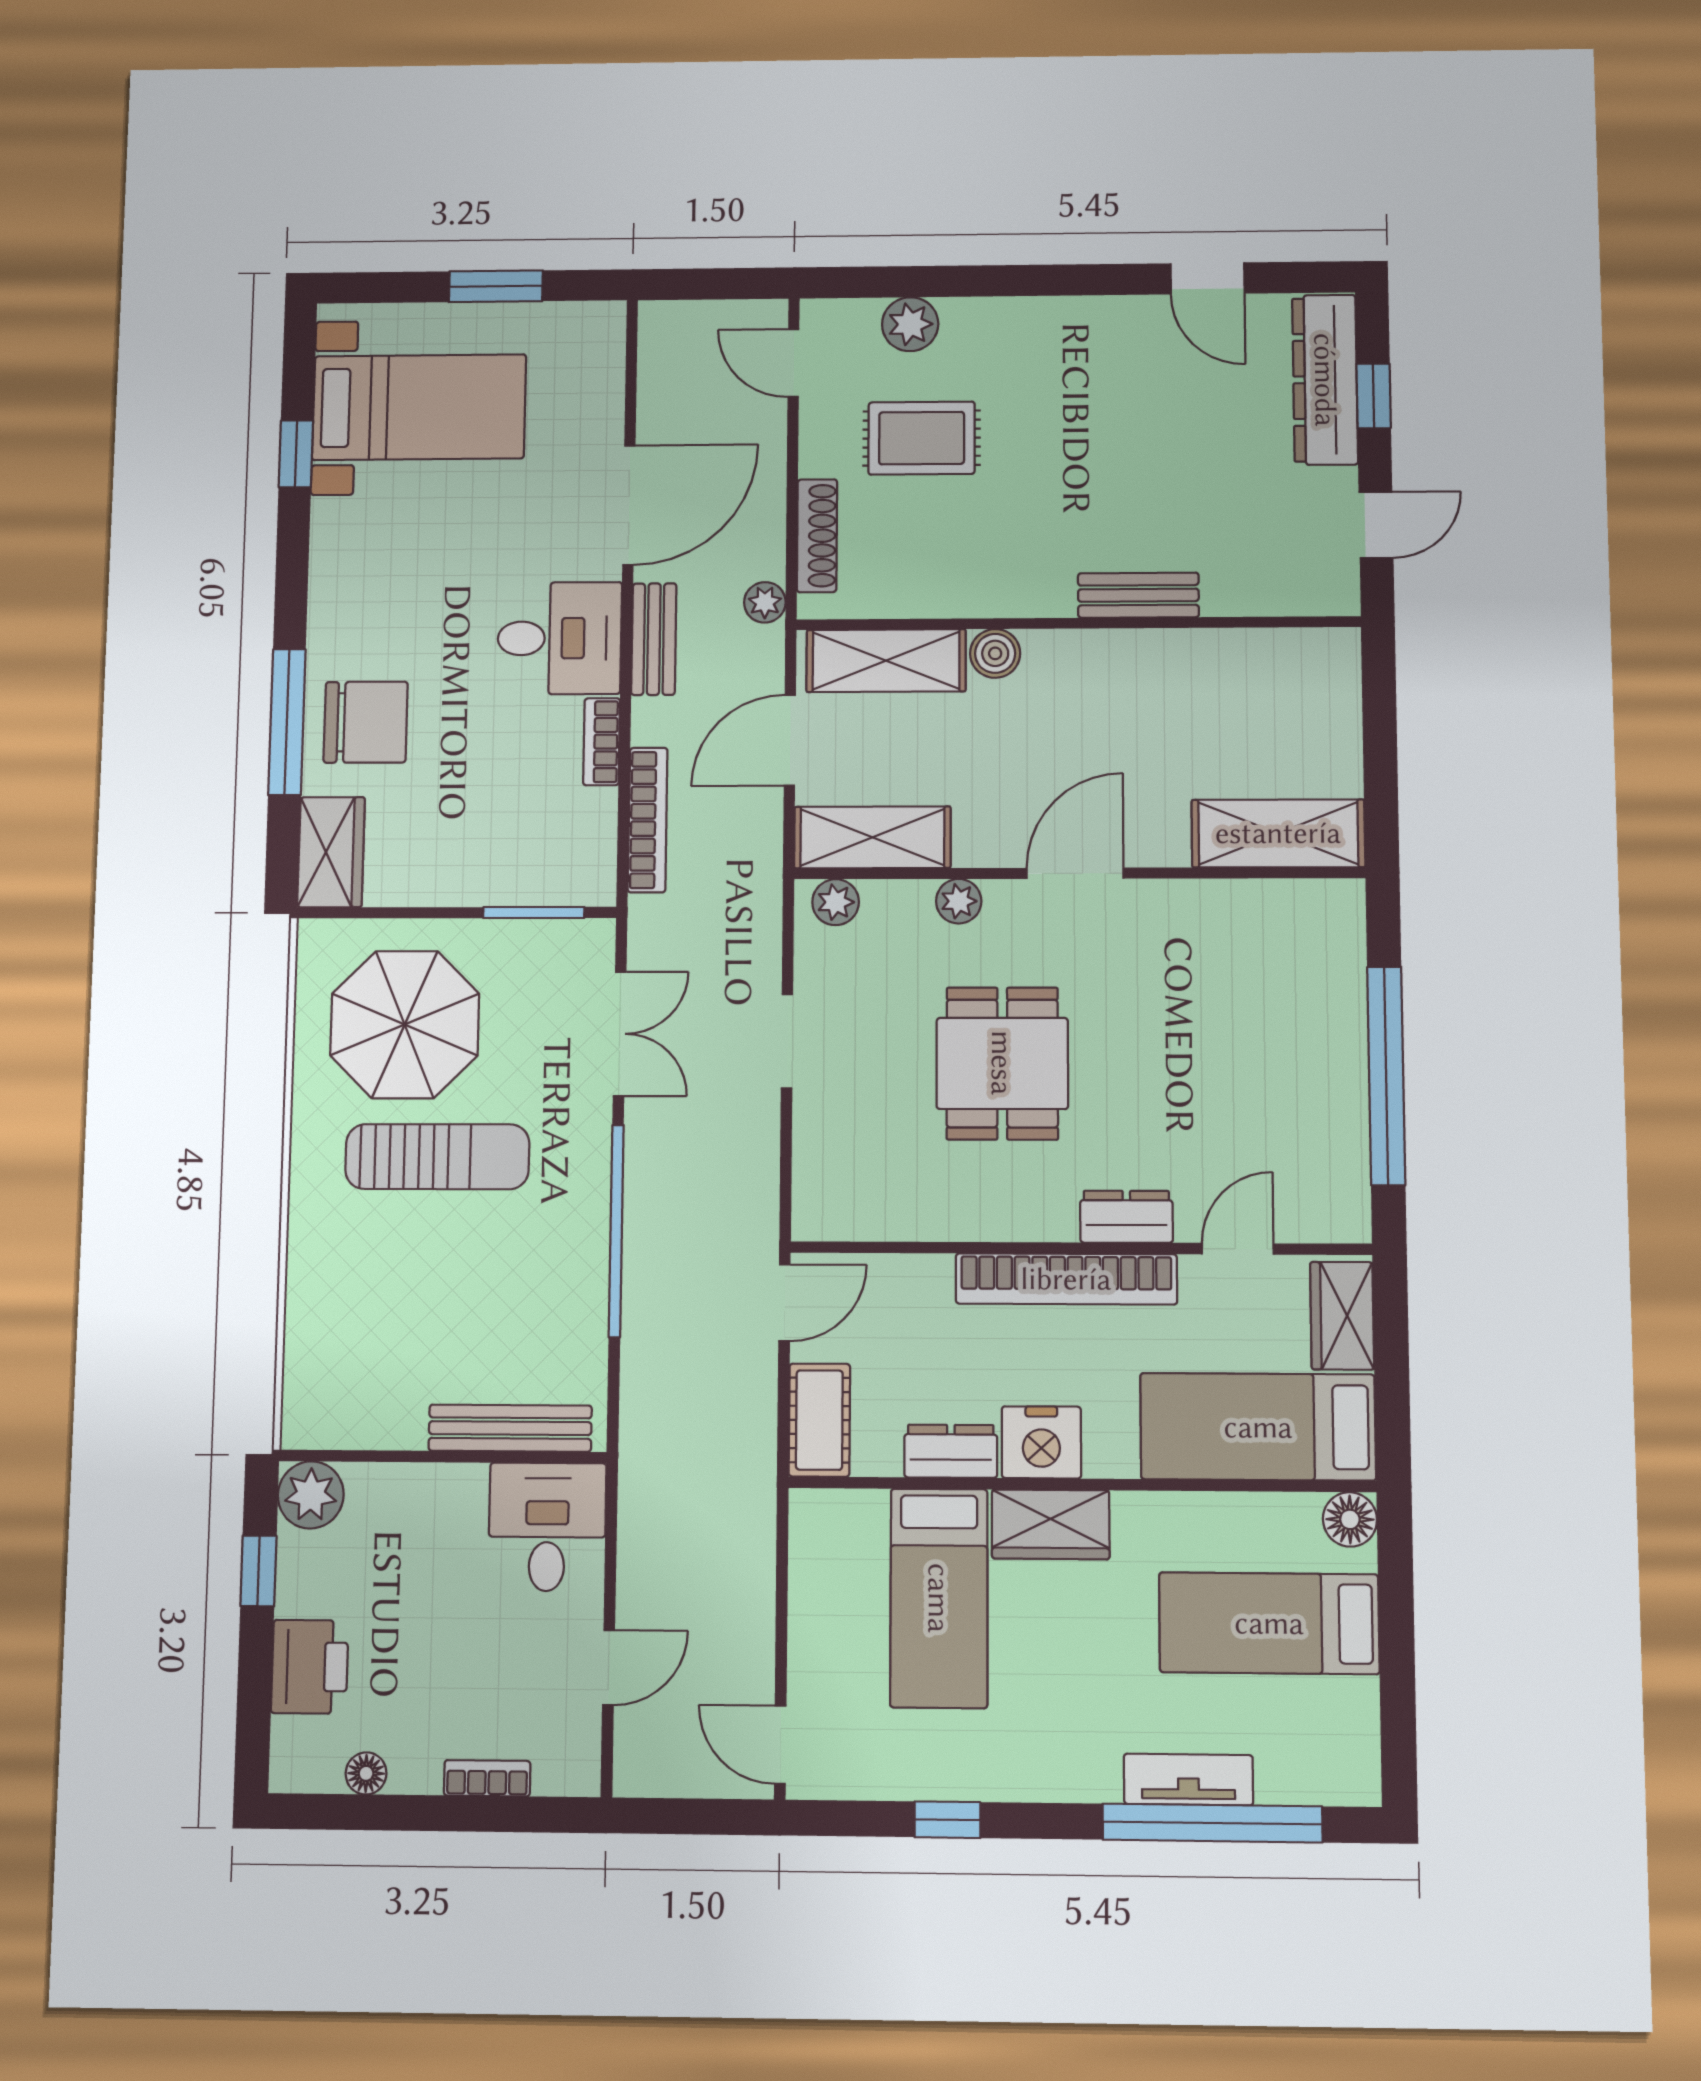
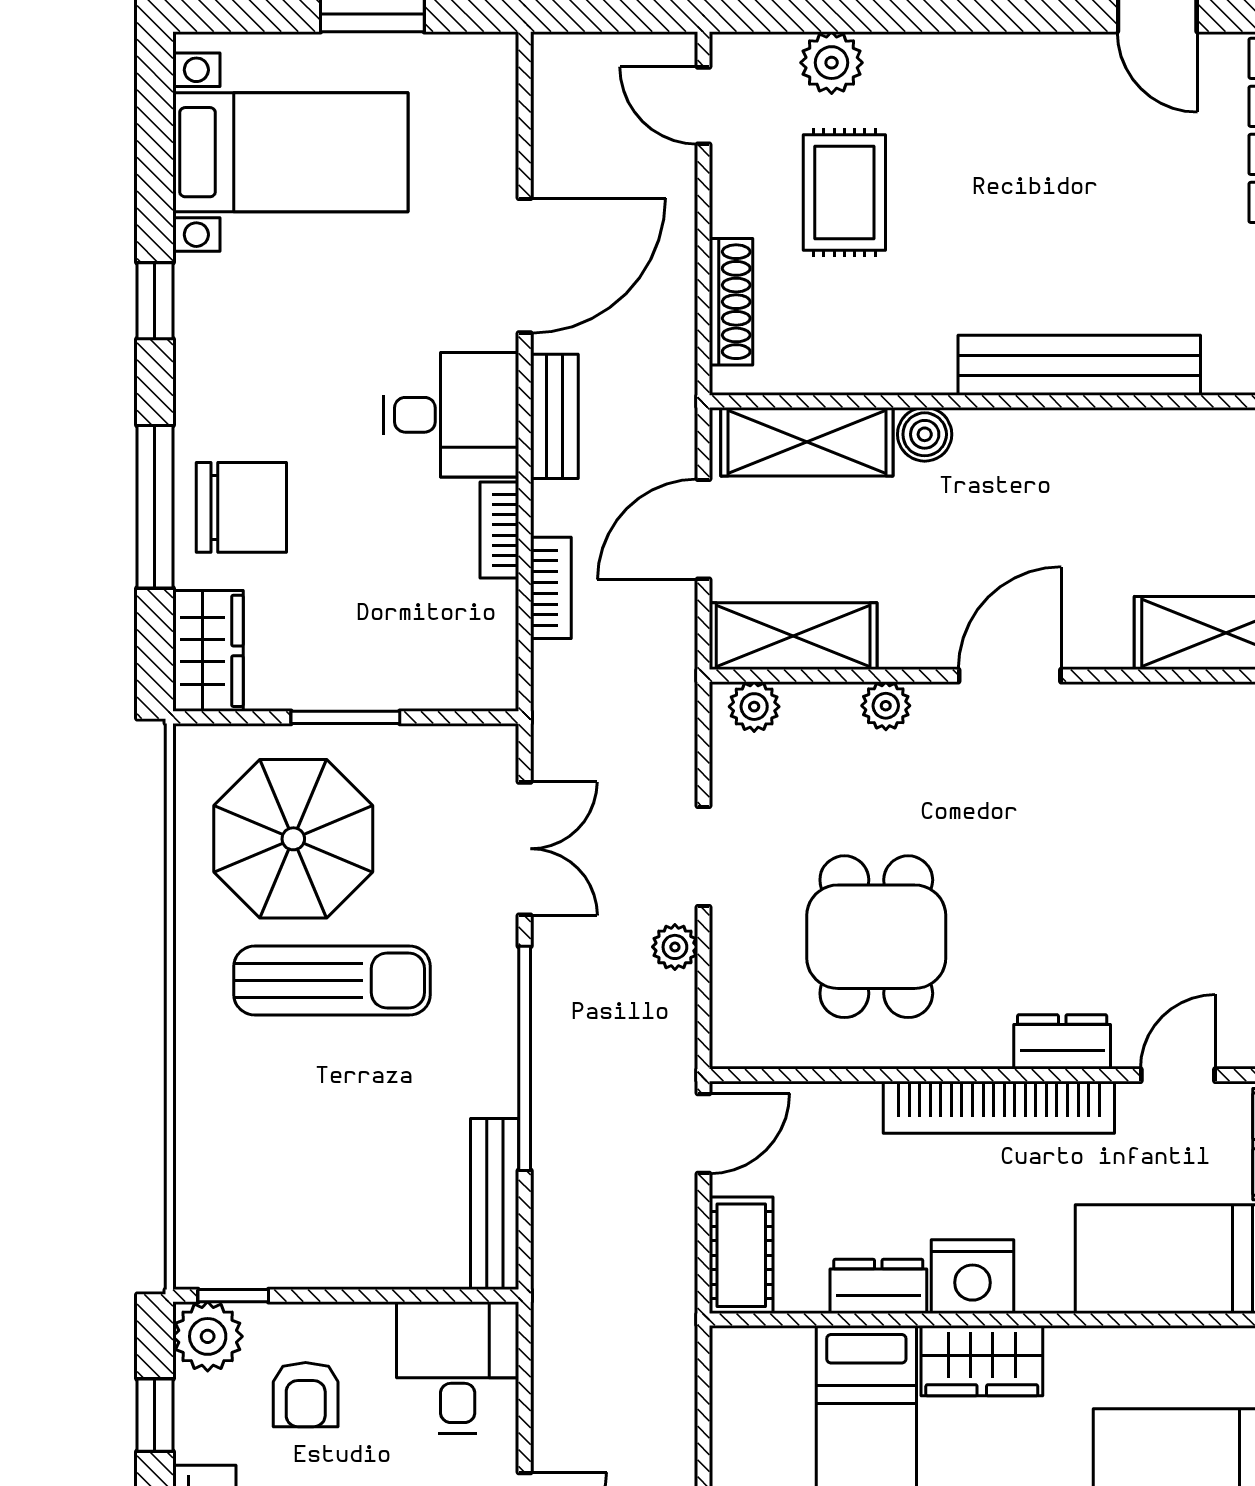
rug: (922, 438) -> (844, 192), turned 90
window: (296, 454) -> (155, 301), moved
bench: (1138, 595) -> (1079, 365), width x1.86, depth x1.21
plant: (765, 602) -> (675, 947), moved
bookcase: (648, 820) -> (551, 588), width x0.64
window: (534, 912) -> (345, 717), moved
dining table: (1002, 1063) -> (876, 937), moved
bench: (510, 1428) -> (495, 1204), moved, turned 90
window: (336, 1456) -> (233, 1296), added
armchair: (402, 1552) -> (306, 1395), added

